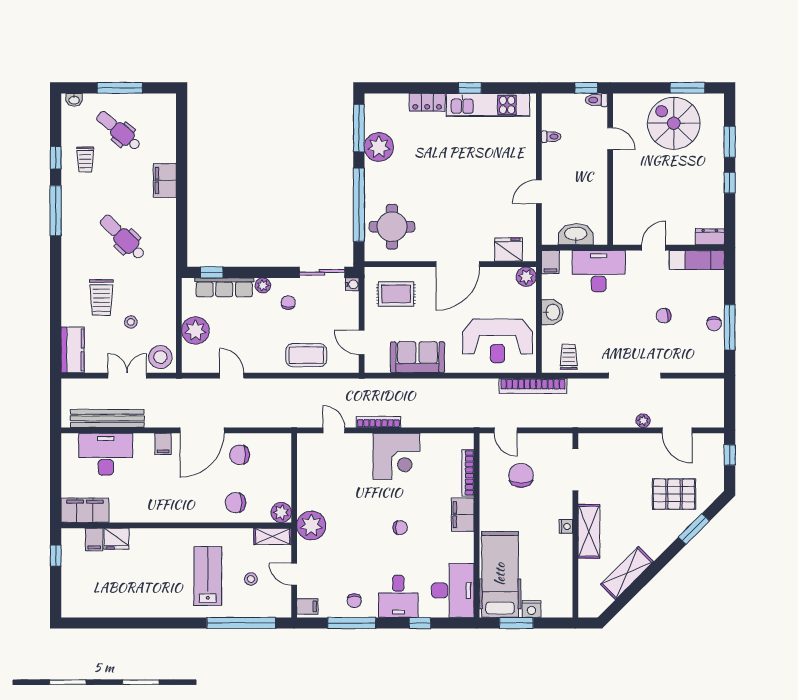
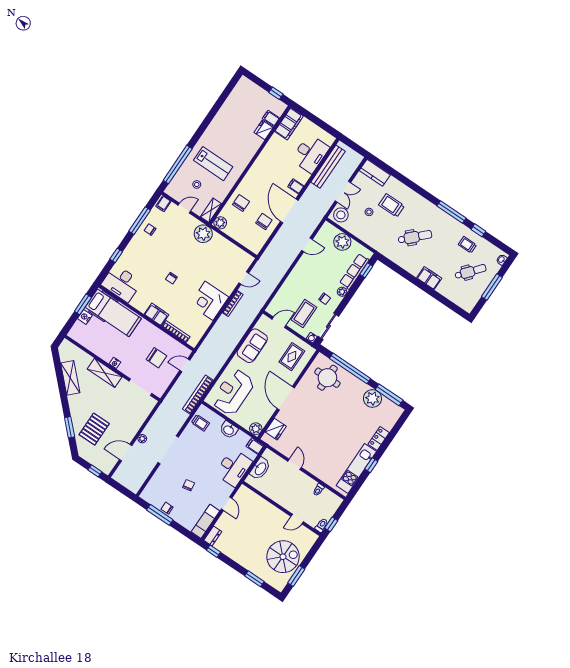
window: (730, 183) -> (214, 551), moved
coffee table: (306, 355) -> (304, 313), moved
desk: (398, 596) -> (137, 254), removed

